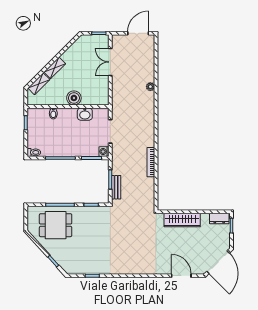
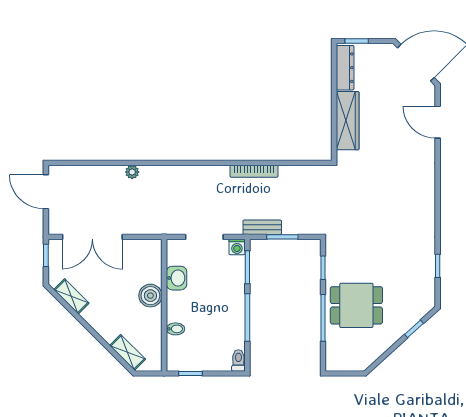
double door: (110, 62) -> (92, 237), width x1.37
shelving: (55, 68) -> (71, 296), moved
bench: (116, 187) -> (262, 227), moved
dresser: (219, 218) -> (345, 68), width x1.44
dining table: (56, 225) -> (356, 305), moved, turned 90
door: (181, 276) -> (438, 122), hinge flipped

